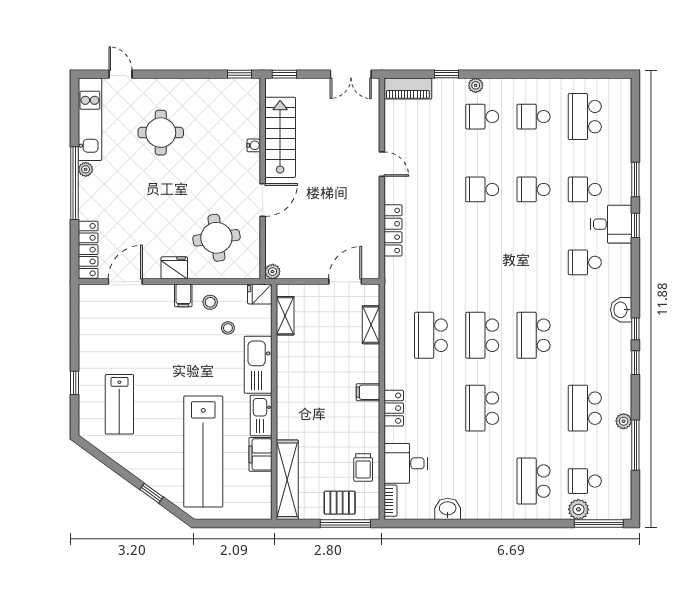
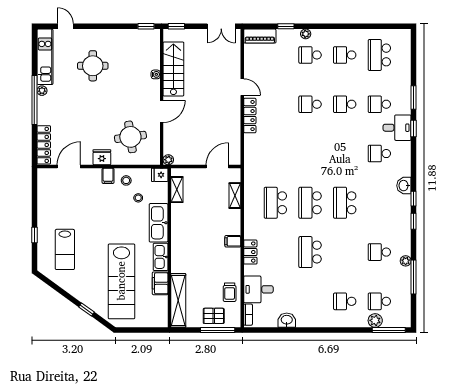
locker: (393, 230) -> (250, 116), moved
school desk: (585, 408) -> (379, 252), width x0.54
school desk: (533, 481) -> (345, 301), width x0.54

